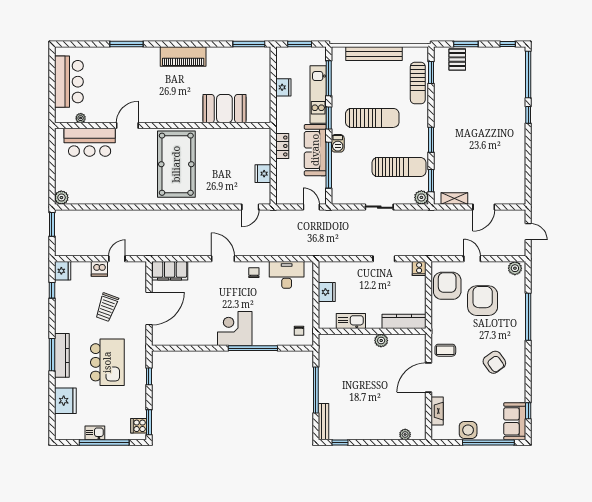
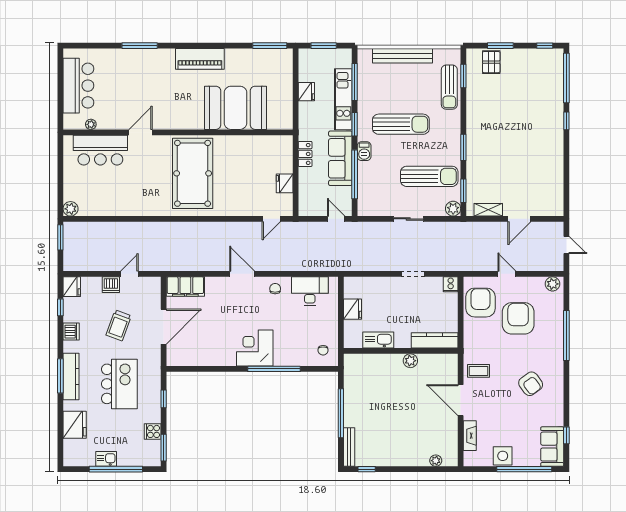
booth: (224, 109) -> (235, 108), width x1.36, depth x1.42
dishwasher: (62, 313) -> (71, 332), added
door: (428, 378) -> (461, 400), hinge flipped
cooker: (139, 426) -> (153, 431), moved

